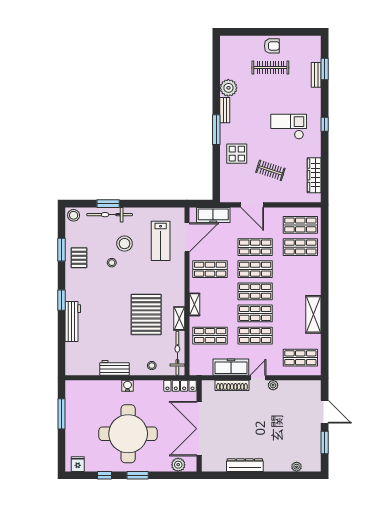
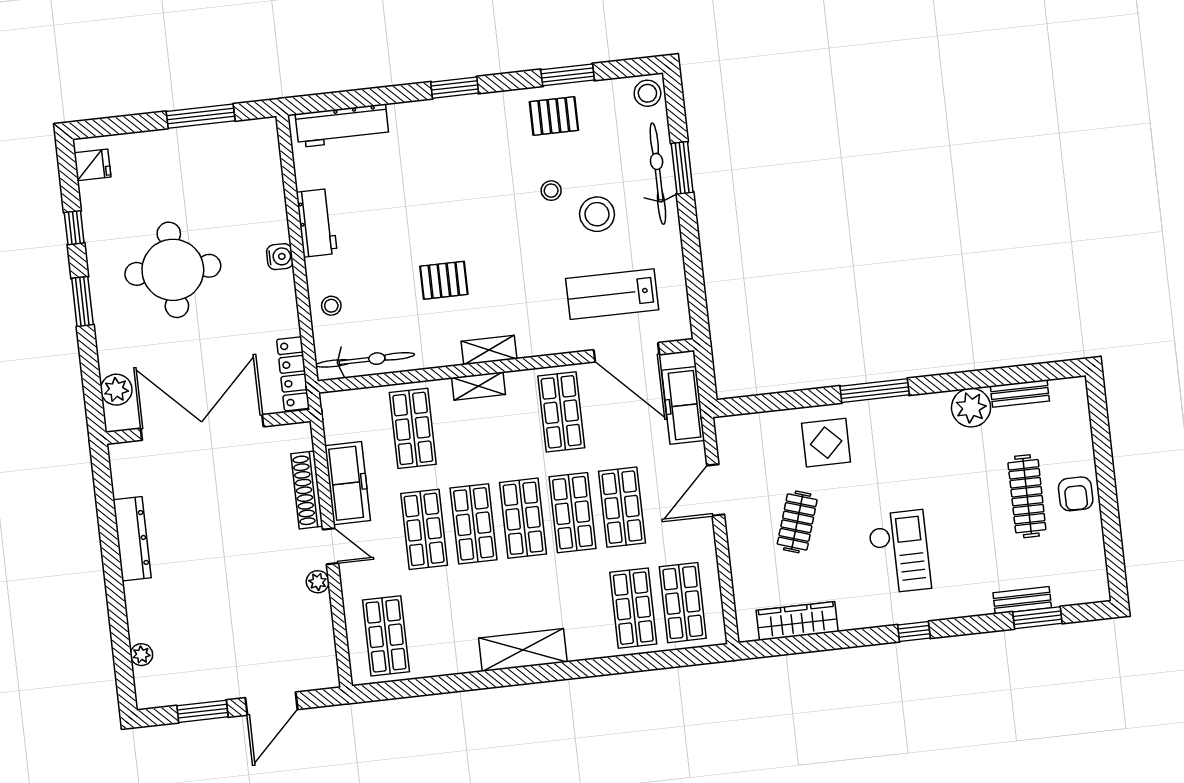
bench: (225, 110) -> (1020, 393), moved
pallet: (146, 314) -> (444, 280), width x0.49, depth x0.50
shelving: (313, 314) -> (523, 650), moved
shelving: (179, 318) -> (489, 350), moved
workbench: (73, 322) -> (342, 126), moved
round table: (128, 434) -> (173, 270), width x0.73, depth x0.73

